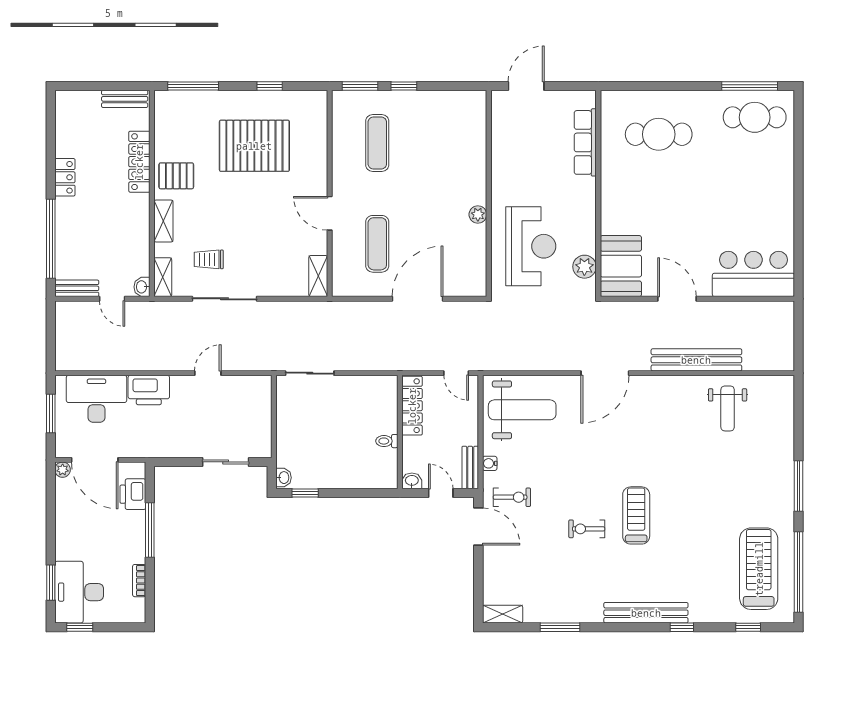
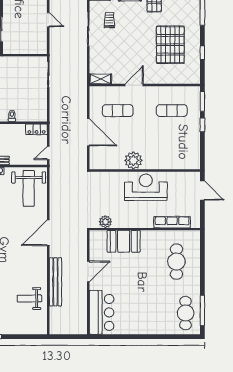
plant: (478, 215) -> (133, 160), width x1.88, depth x1.88
reception desk: (531, 246) -> (146, 187), moved, turned 180
booth: (621, 266) -> (124, 241), moved
door: (605, 373) -> (48, 233), hinge flipped
locker: (412, 406) -> (36, 129), width x0.66

